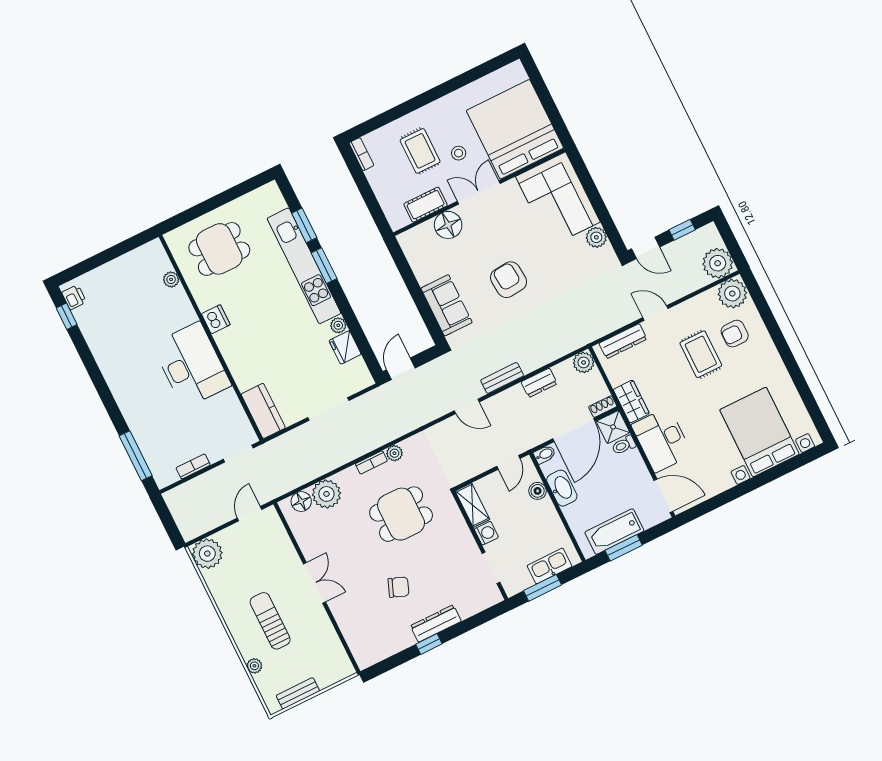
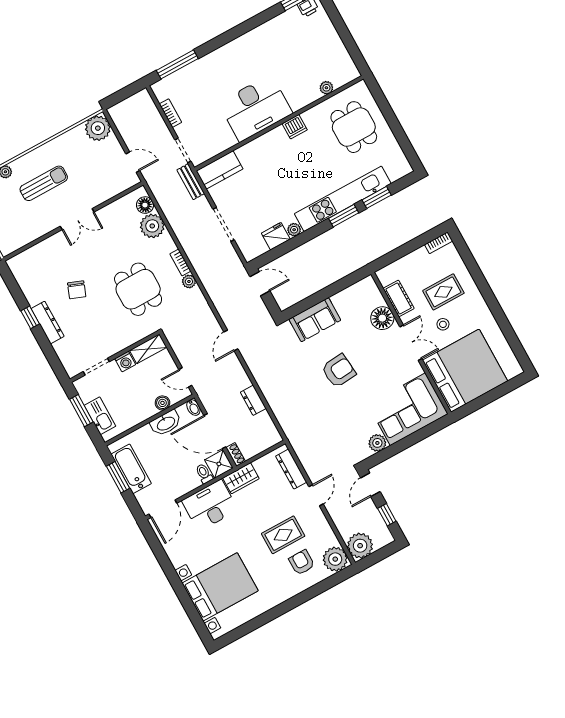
plant: (584, 362) -> (272, 437), removed
bench: (502, 378) -> (191, 182), moved

